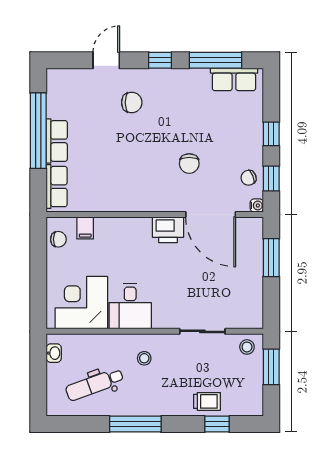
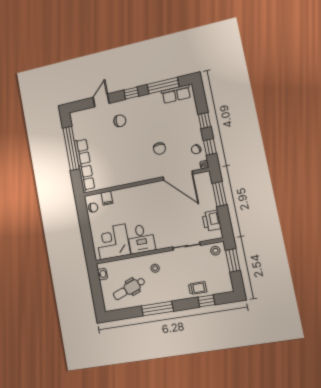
printer: (168, 230) -> (212, 221), moved, turned 90

